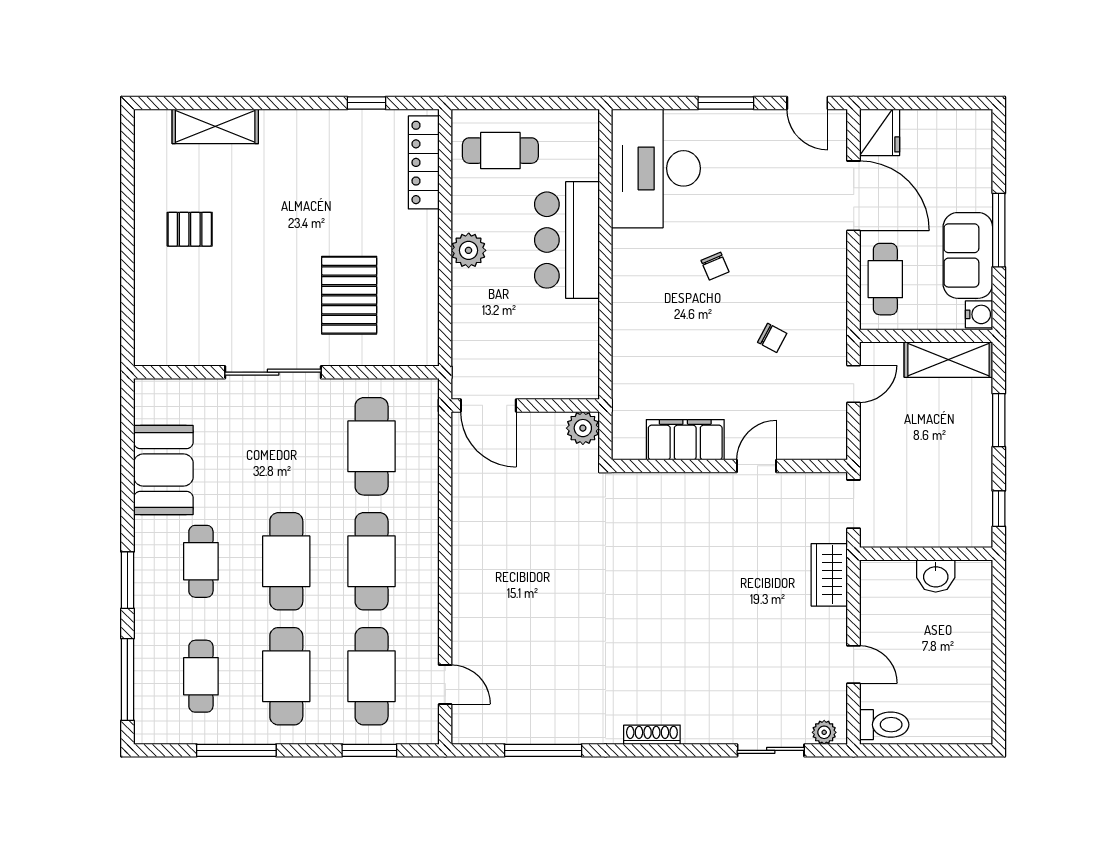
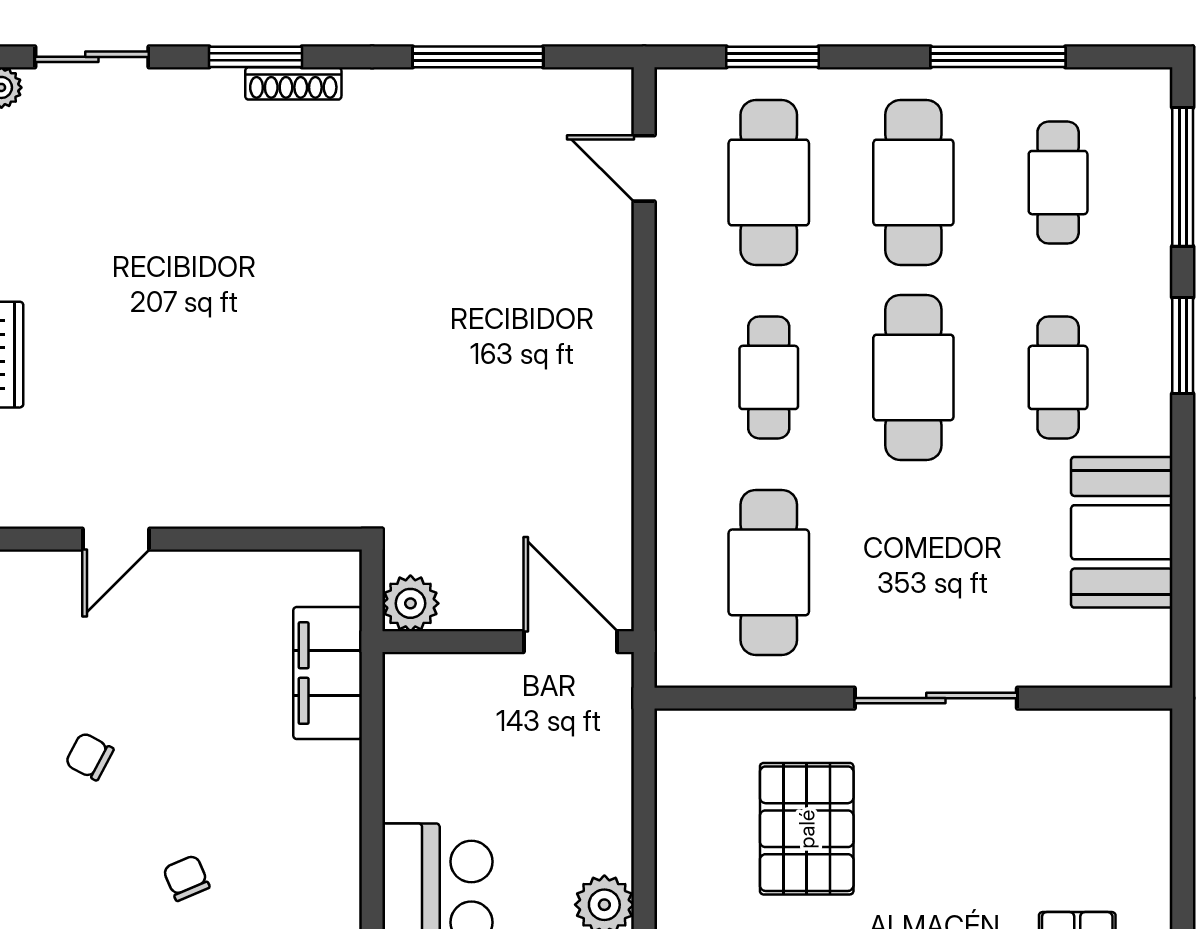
filing cabinet: (685, 440) -> (328, 673), moved, turned 90
cafe table: (372, 561) -> (769, 377), width x0.73, depth x0.74
window: (674, 750) -> (255, 57), added

